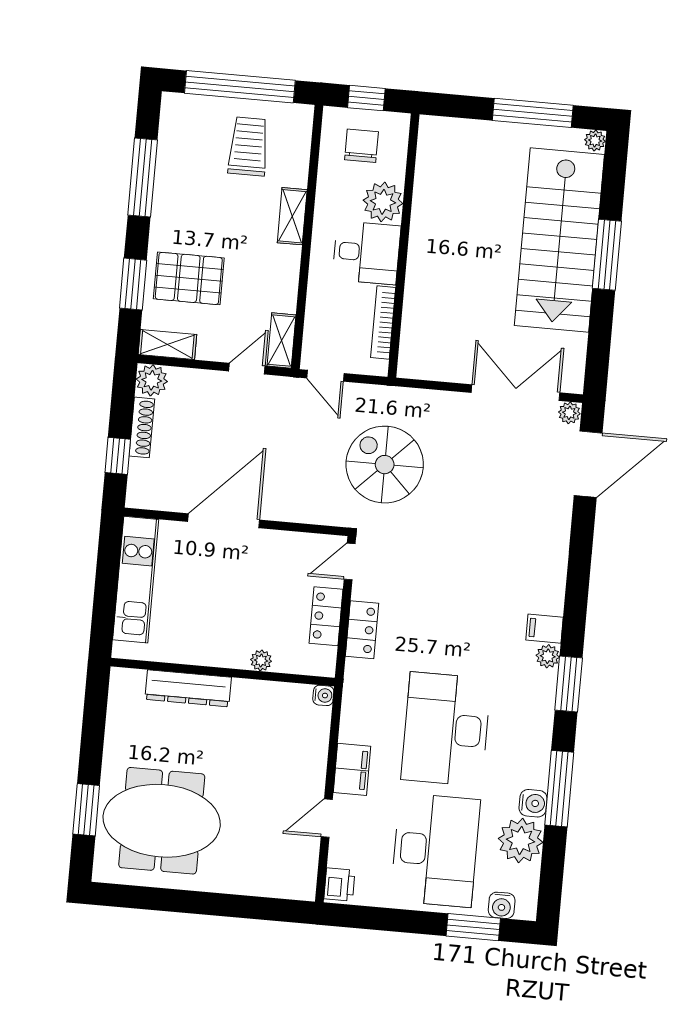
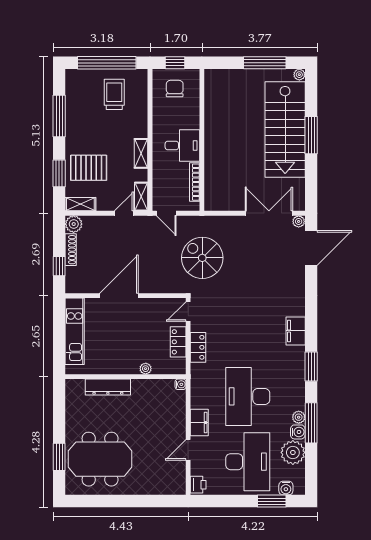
plant: (383, 202) -> (189, 118), removed
shelving: (292, 216) -> (141, 153), moved
filing cabinet: (545, 629) -> (296, 331), width x2.00
plant: (548, 656) -> (299, 417), moved

